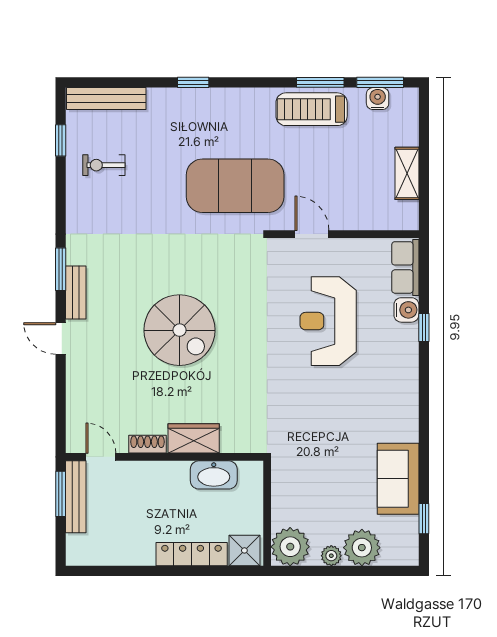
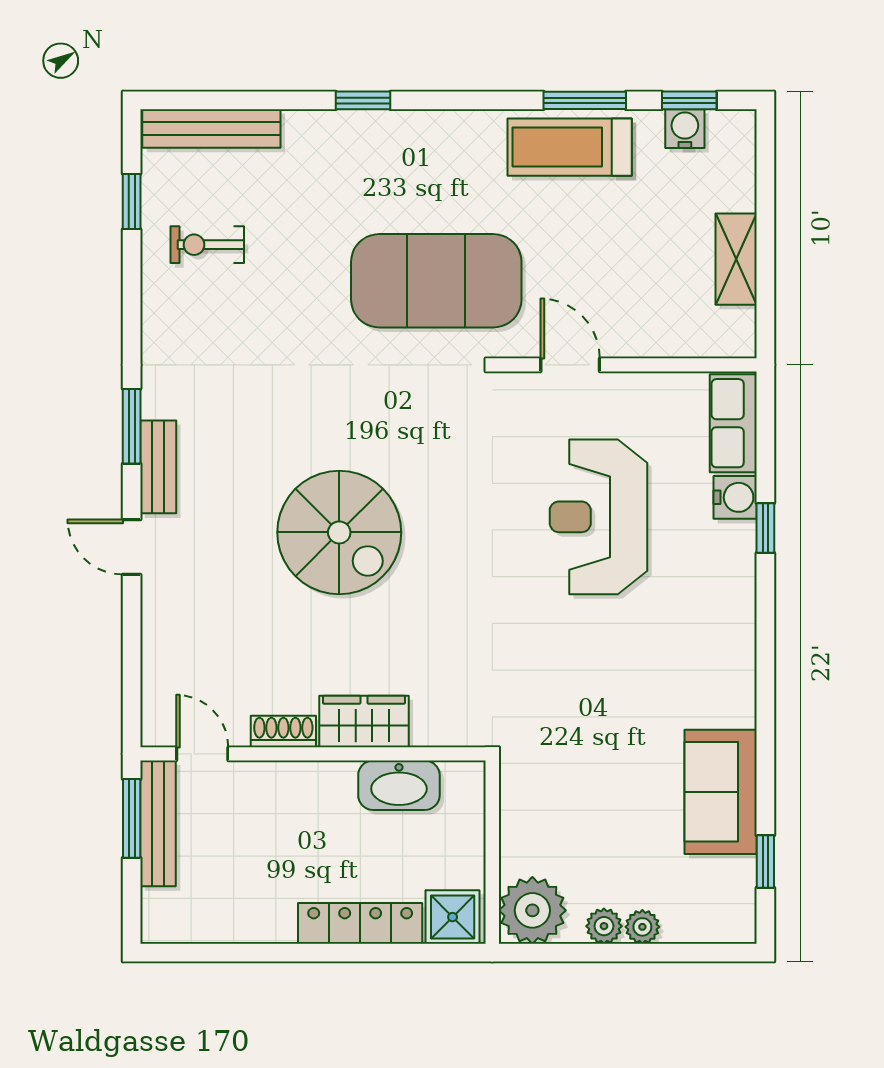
window: (380, 82) -> (689, 100), width x0.67
plant: (362, 548) -> (642, 927), width x0.53, depth x0.53

